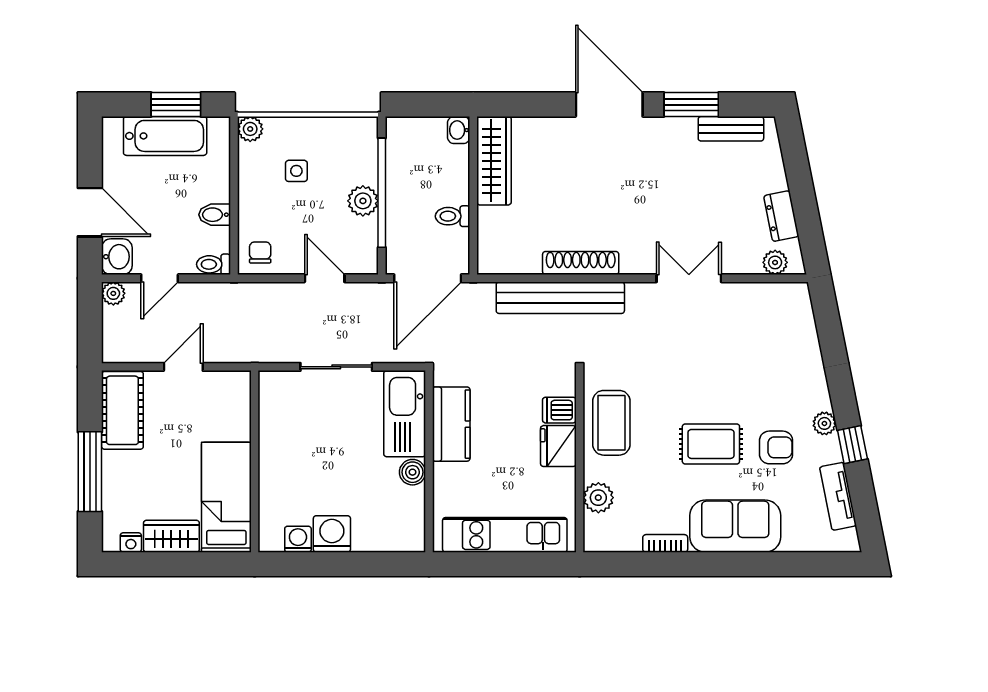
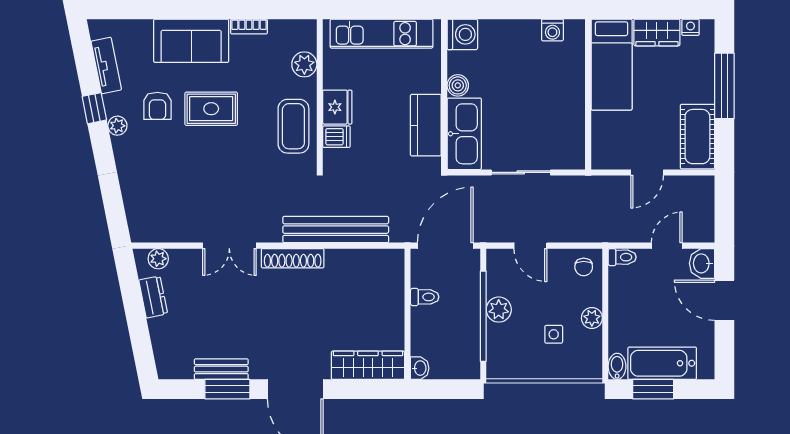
plant: (250, 129) -> (592, 318), moved
bench: (731, 129) -> (221, 369), moved
wardrobe: (494, 161) -> (368, 365), moved, turned 90
bidet: (215, 215) -> (617, 366), moved, turned -90
shoe rack: (581, 263) -> (293, 258), moved
plant: (113, 293) -> (705, 233), removed
armchair: (776, 447) -> (157, 106), turned -90
washing machine: (332, 534) -> (462, 34), moved, turned -90

